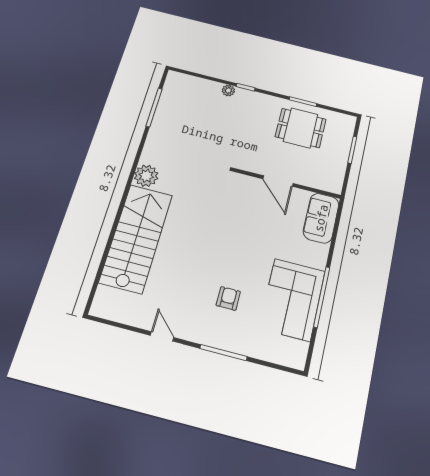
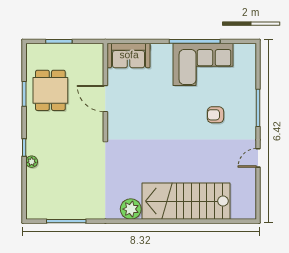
door: (278, 181) -> (105, 99), swing flipped

